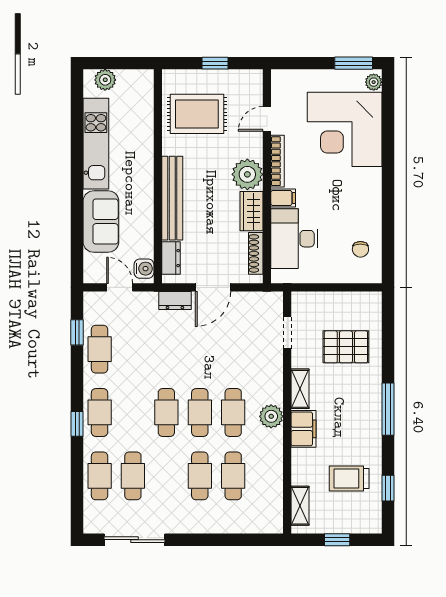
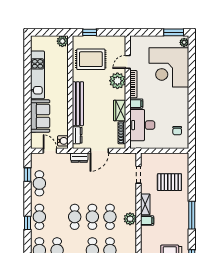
window: (215, 63) -> (90, 32), moved
plant: (105, 80) -> (62, 41), moved
plant: (247, 174) -> (117, 81), moved
filing cabinet: (303, 429) -> (147, 221), width x0.50

